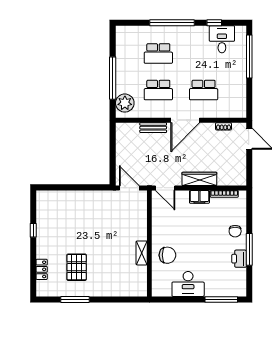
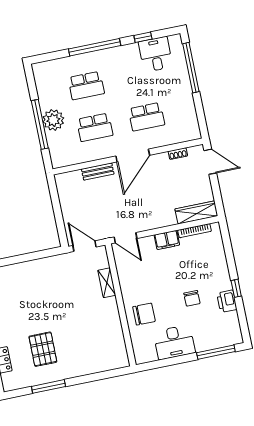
plant: (125, 103) -> (53, 120), moved
wardrobe: (199, 179) -> (196, 212), moved
chair: (235, 231) -> (192, 298), moved
window: (249, 249) -> (236, 288), width x0.46
shelving: (142, 253) -> (107, 283), moved

